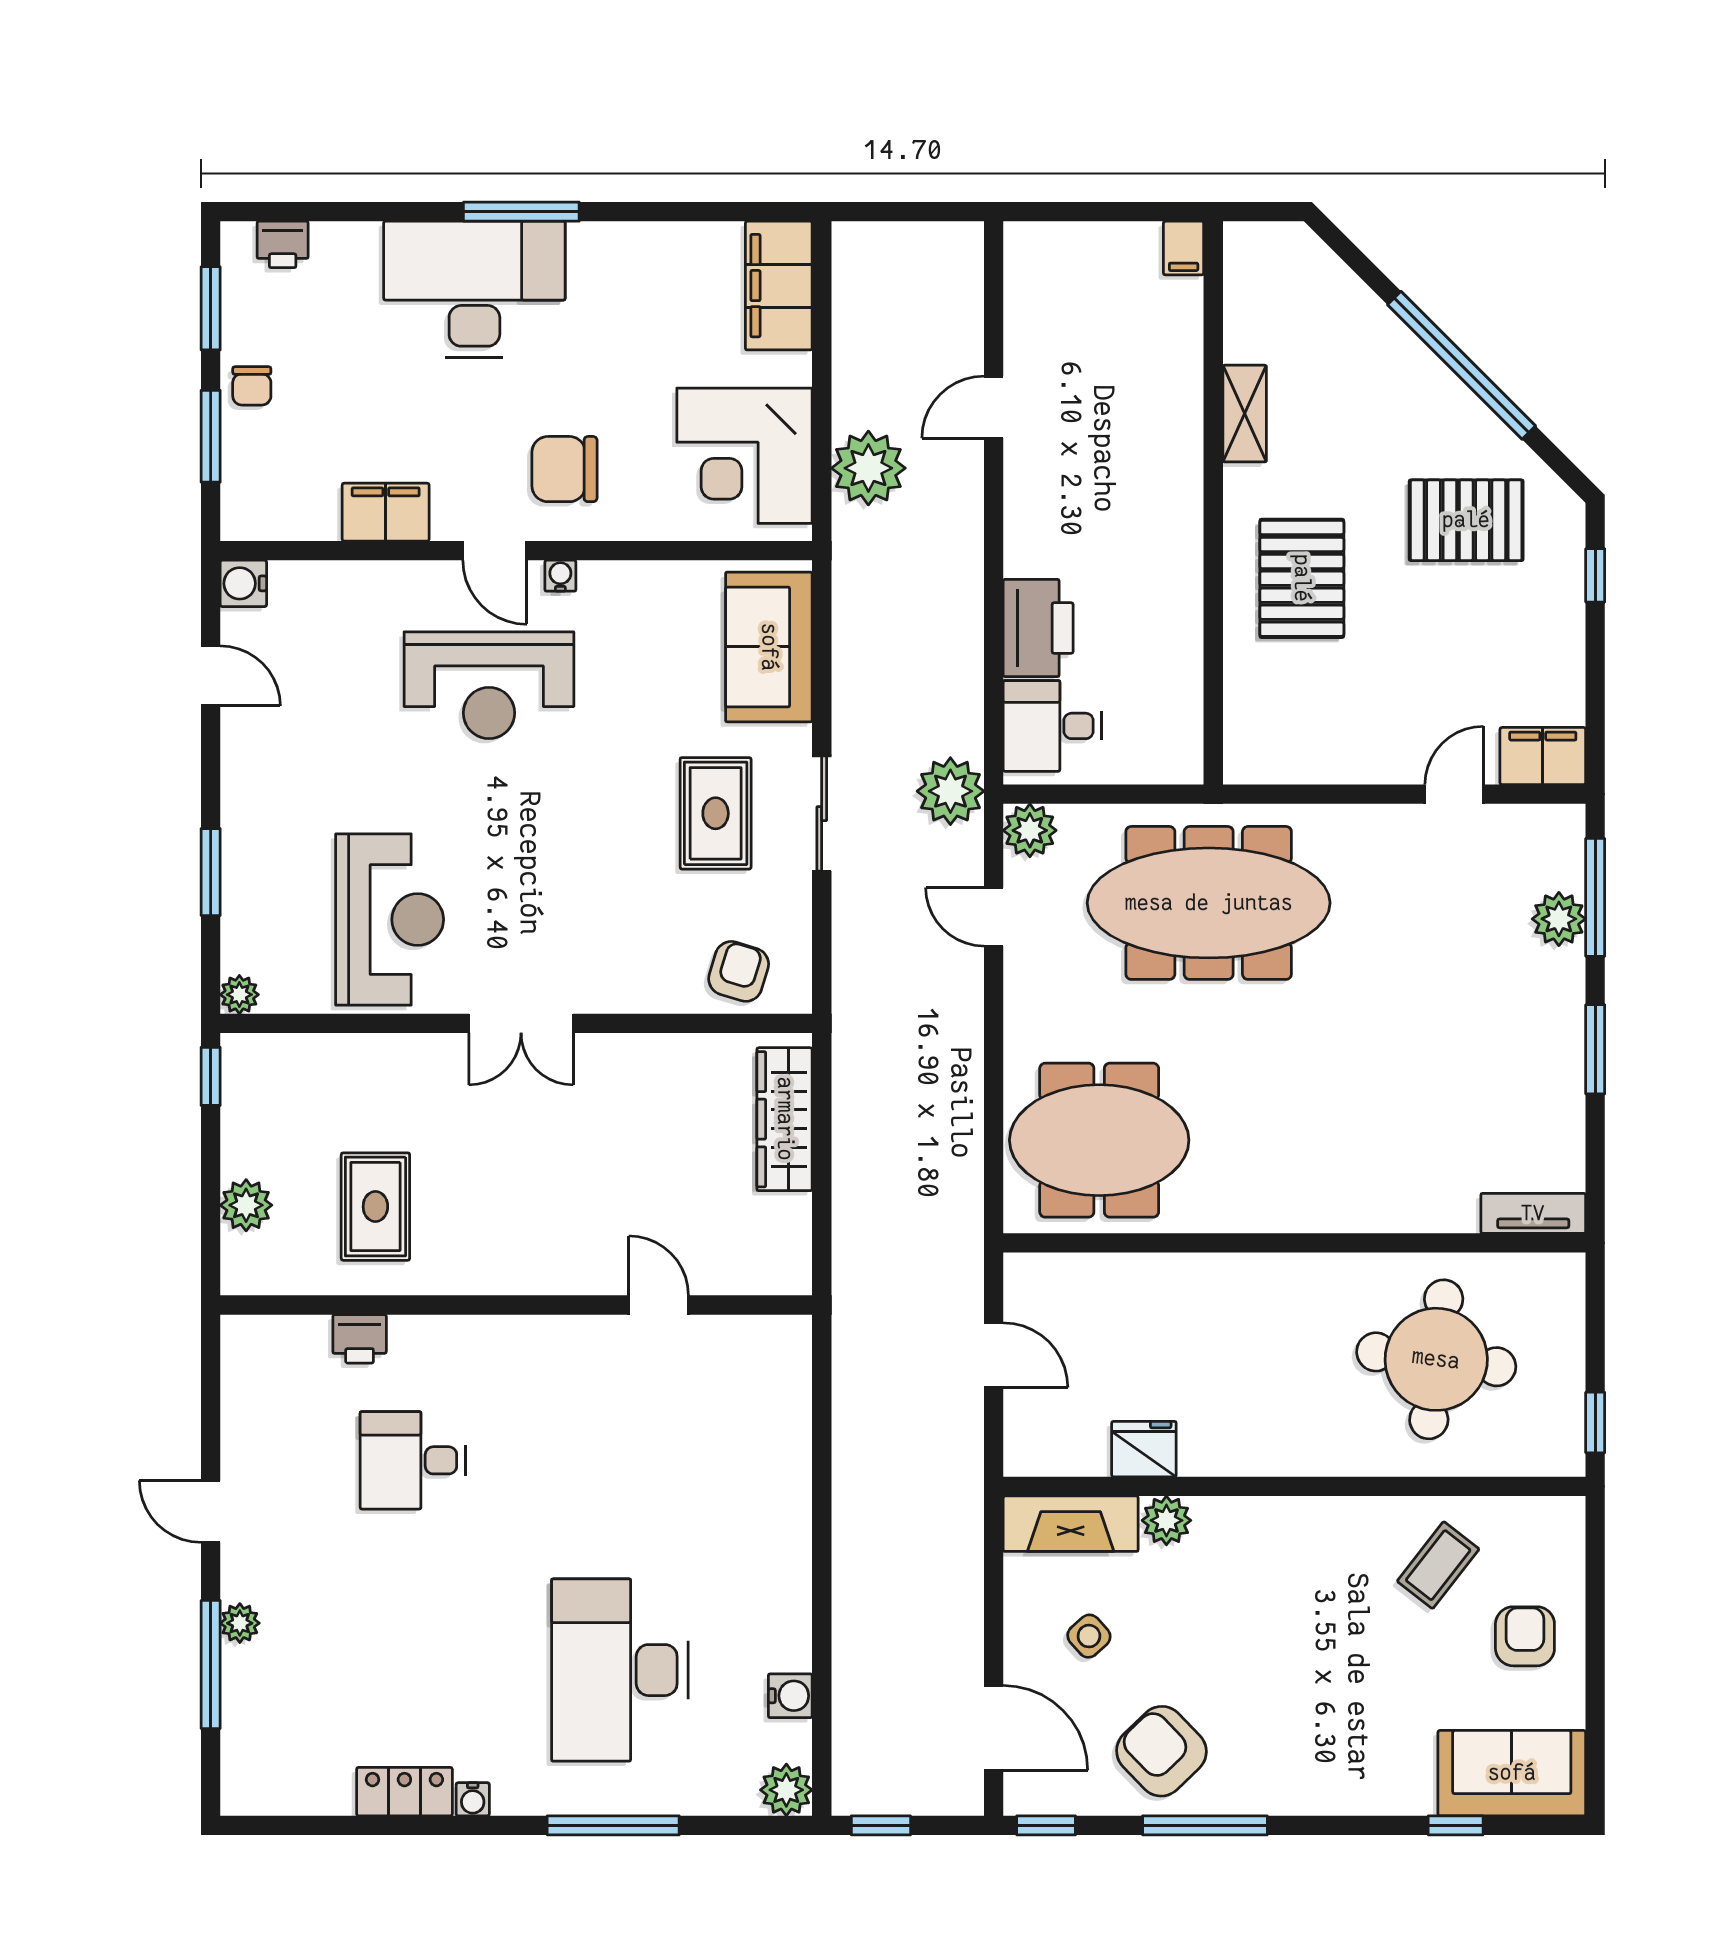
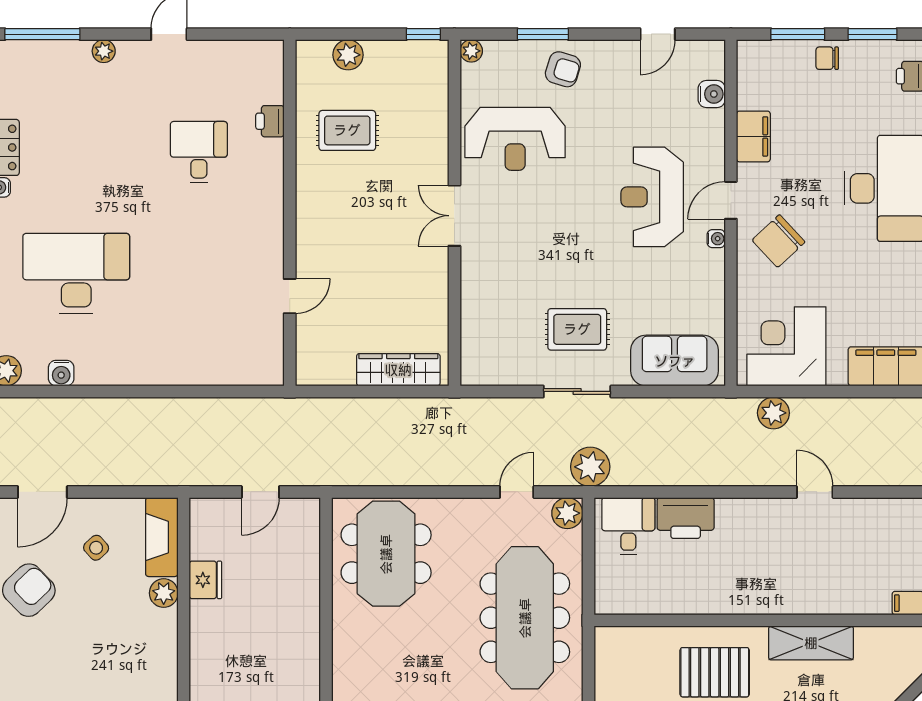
shelving: (1245, 414) -> (811, 643), width x1.50, depth x1.33
plant: (868, 468) -> (773, 413), width x0.73, depth x0.73
chair: (564, 469) -> (779, 241), turned -133
water cooler: (243, 583) -> (712, 94), moved, turned 90
armchair: (739, 971) -> (563, 69), moved
window: (211, 1664) -> (42, 34), moved

